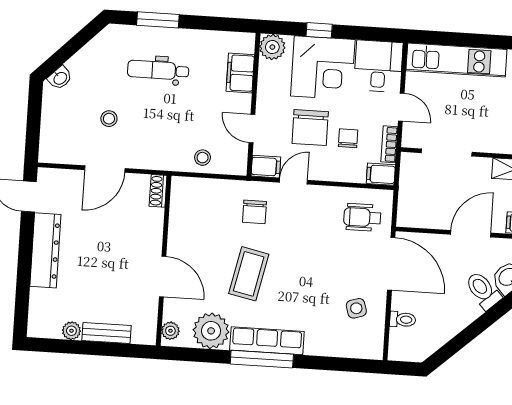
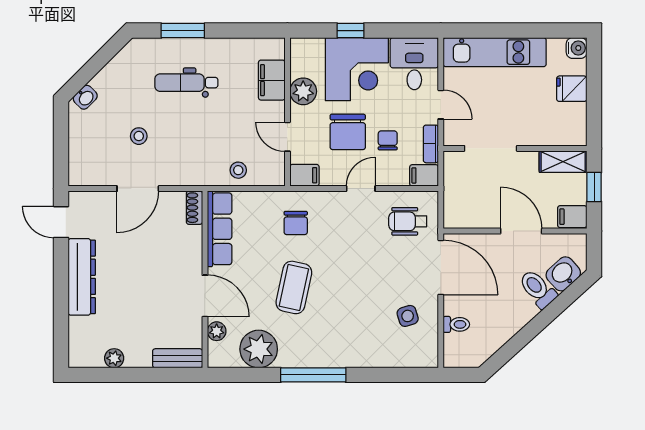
plant: (272, 47) -> (303, 91), moved
door: (293, 181) -> (361, 189), moved
door: (471, 234) -> (521, 231), hinge flipped
plant: (170, 331) -> (217, 331), moved
bench: (106, 333) -> (178, 358), moved
row of seats: (267, 341) -> (220, 229), moved, turned 90

